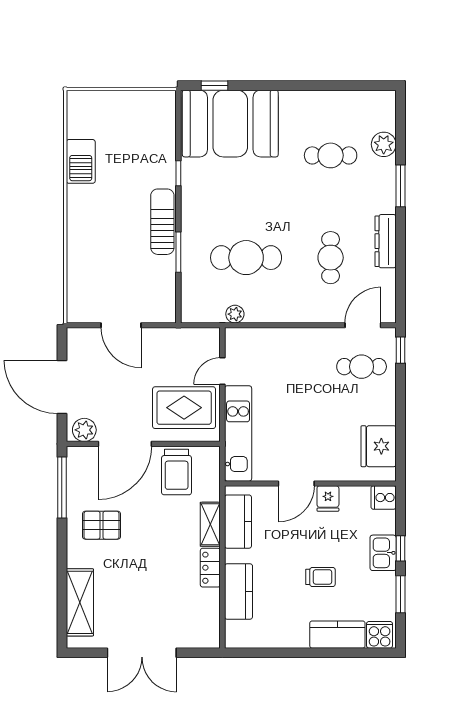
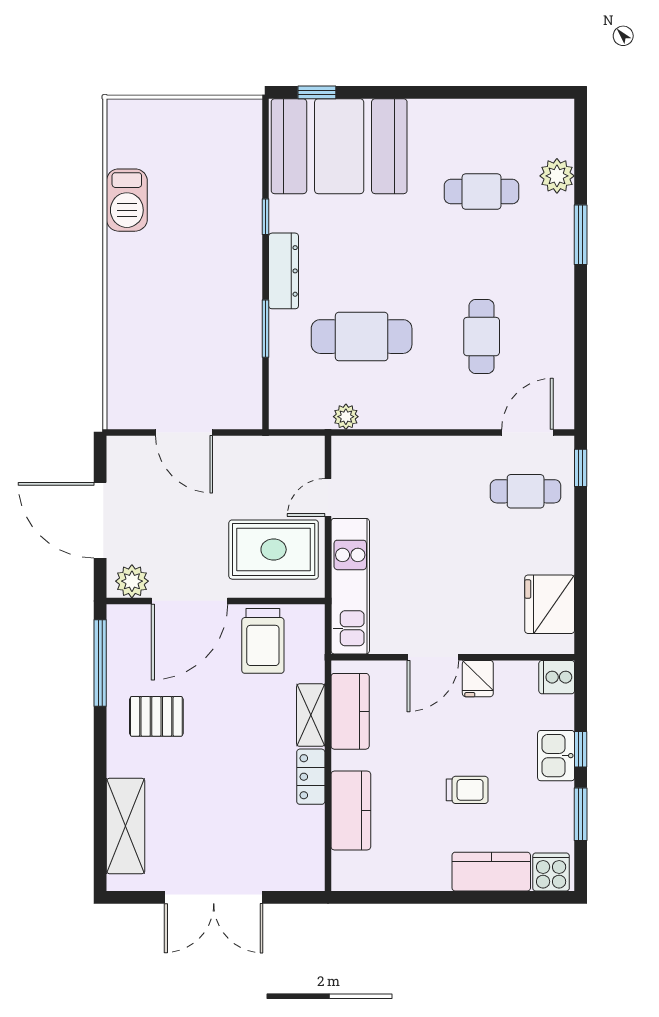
sun lounger: (162, 222) -> (243, 286), removed
dresser: (386, 241) -> (284, 271), moved, turned 180

